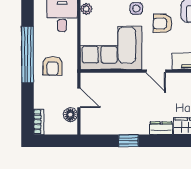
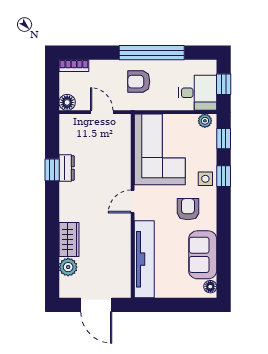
door: (79, 98) -> (102, 112), swing flipped
floor lamp: (70, 115) -> (67, 102), moved
dresser: (161, 128) -> (67, 168), moved

